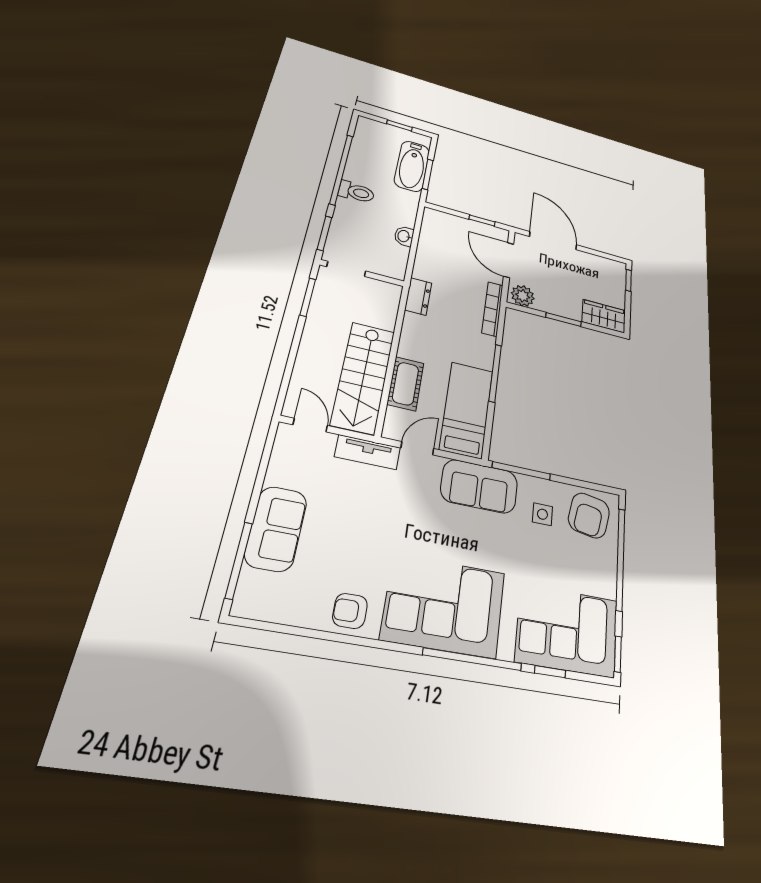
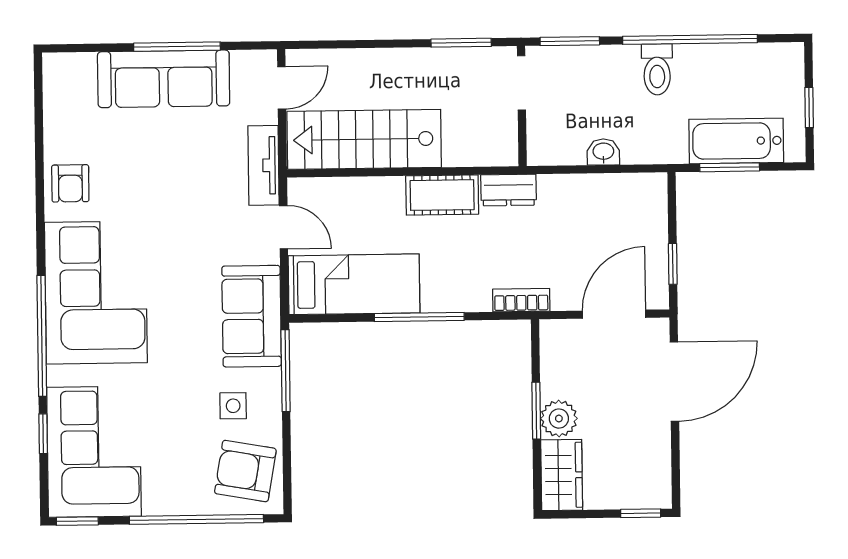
plant: (523, 296) -> (559, 419), moved
bookcase: (492, 309) -> (521, 300), width x0.64
cot: (406, 384) -> (442, 195), moved
sofa: (276, 529) -> (164, 79), width x1.36
window: (239, 560) -> (177, 47), moved
armchair: (350, 611) -> (70, 183), turned 180

